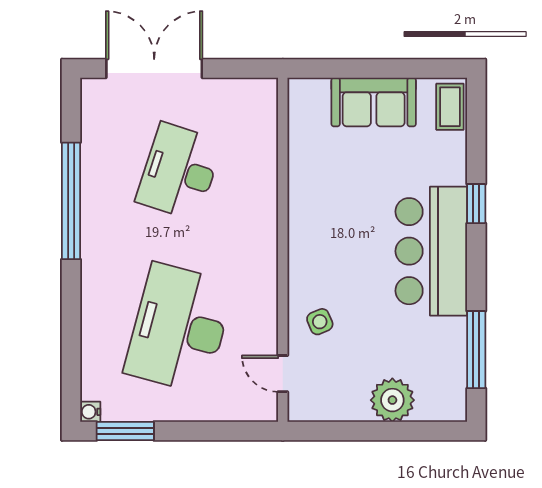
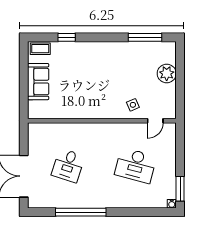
desk: (179, 171) -> (68, 165), width x0.73
window: (476, 204) -> (67, 37), moved
bar counter: (431, 251) -> (102, 57), removed
desk: (179, 328) -> (136, 165), width x0.73, depth x0.77

